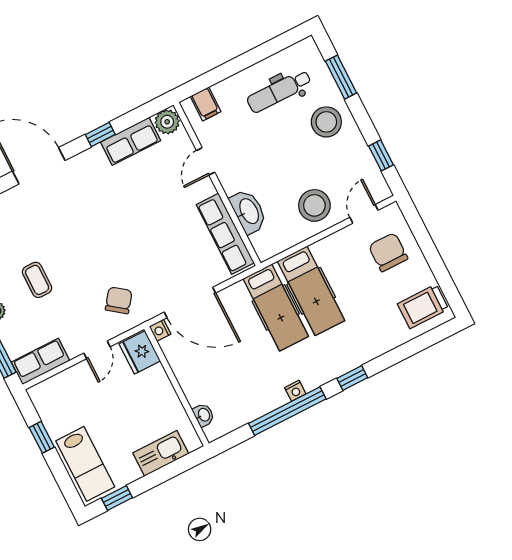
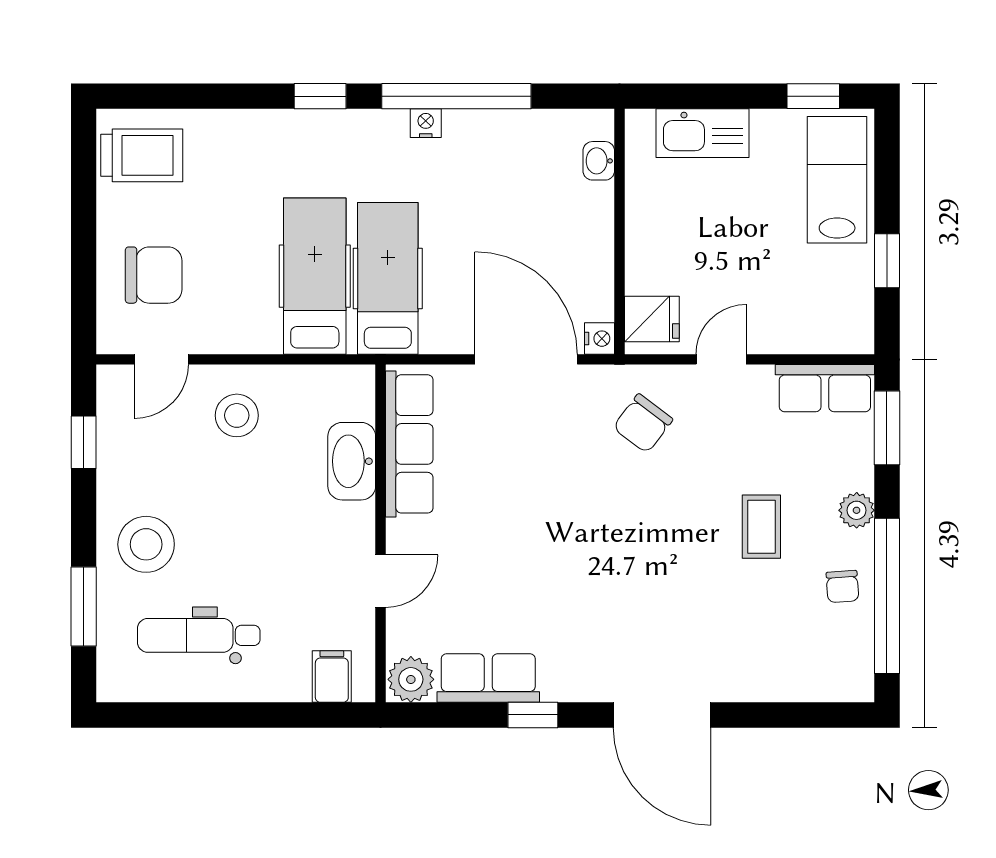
dental chair: (279, 91) -> (199, 635), turned 180
stool: (314, 205) -> (237, 415), width x0.73, depth x0.73
chair: (388, 252) -> (154, 275), turned -90
fridge: (140, 352) -> (652, 319), width x0.72

